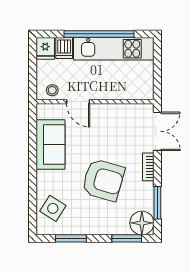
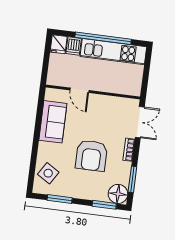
stool: (52, 90) -> (60, 79), removed
armchair: (103, 180) -> (91, 156), turned 74

